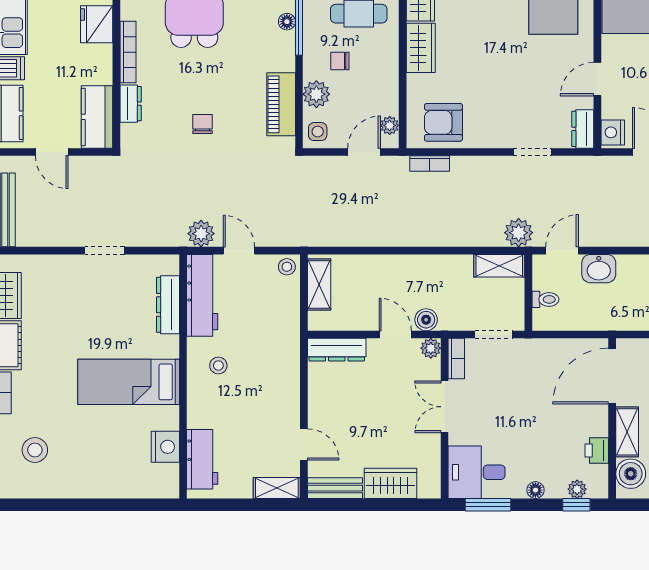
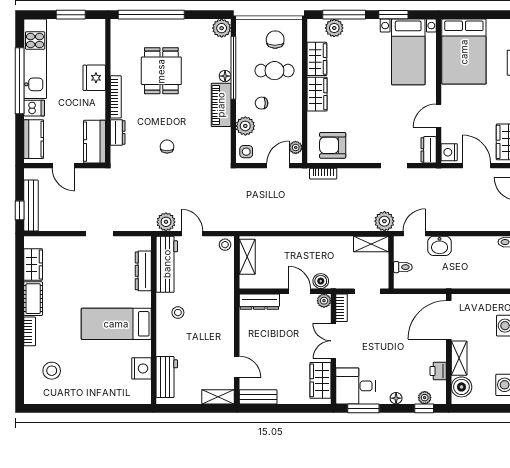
piano: (281, 104) -> (221, 105), moved
wardrobe: (390, 483) -> (320, 380), moved, turned -90

